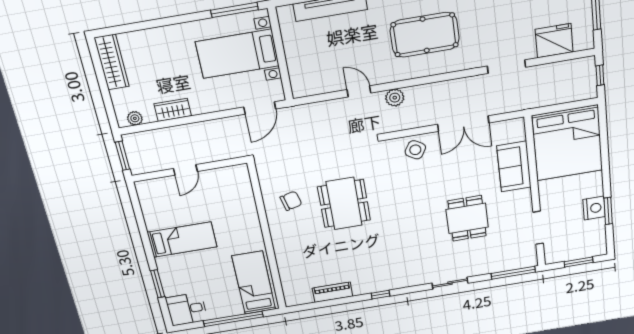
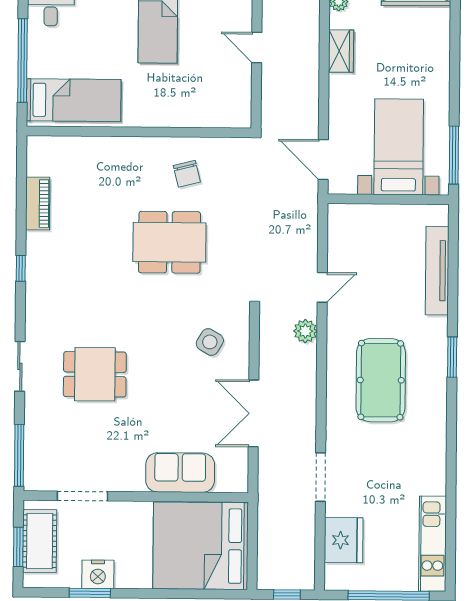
side table: (415, 150) -> (210, 342), moved
dining table: (467, 218) -> (95, 374), moved
cot: (573, 249) -> (40, 541), added

